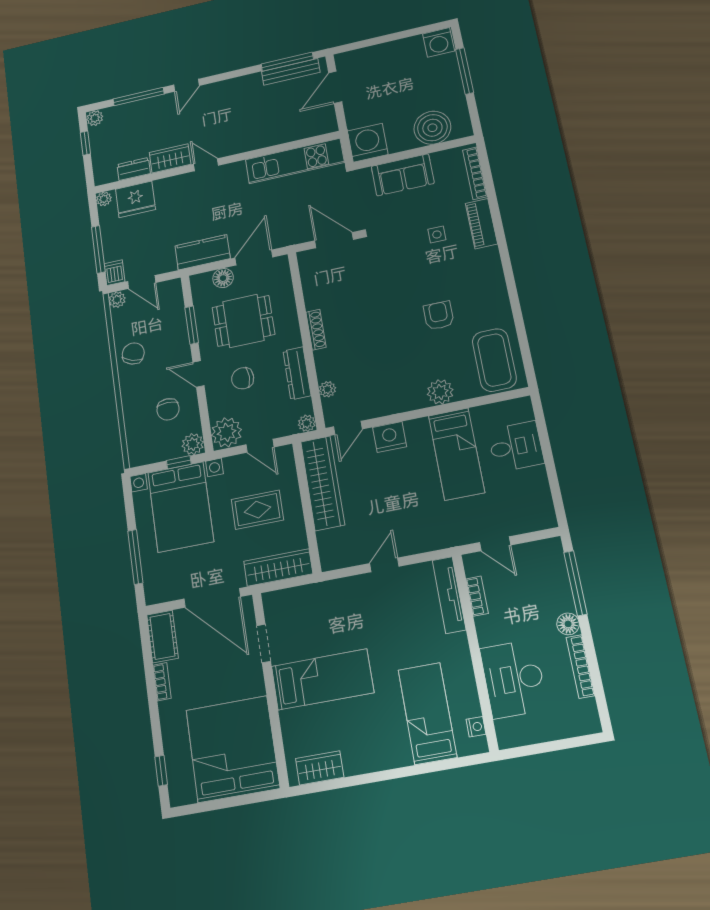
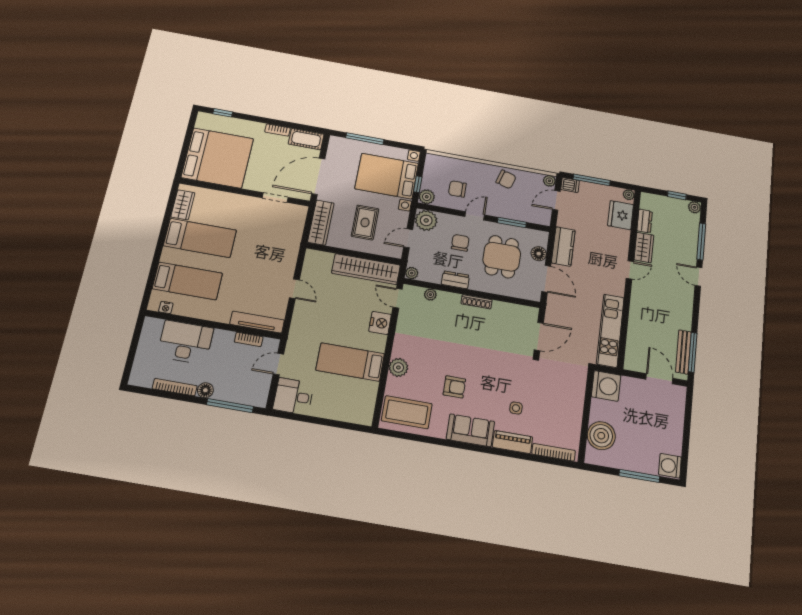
sofa: (403, 175) -> (470, 430), moved, turned 90
dresser: (297, 373) -> (455, 280), width x0.70
desk: (516, 447) -> (293, 396), moved, turned 90
bed: (322, 679) -> (200, 238), moved, turned -90

